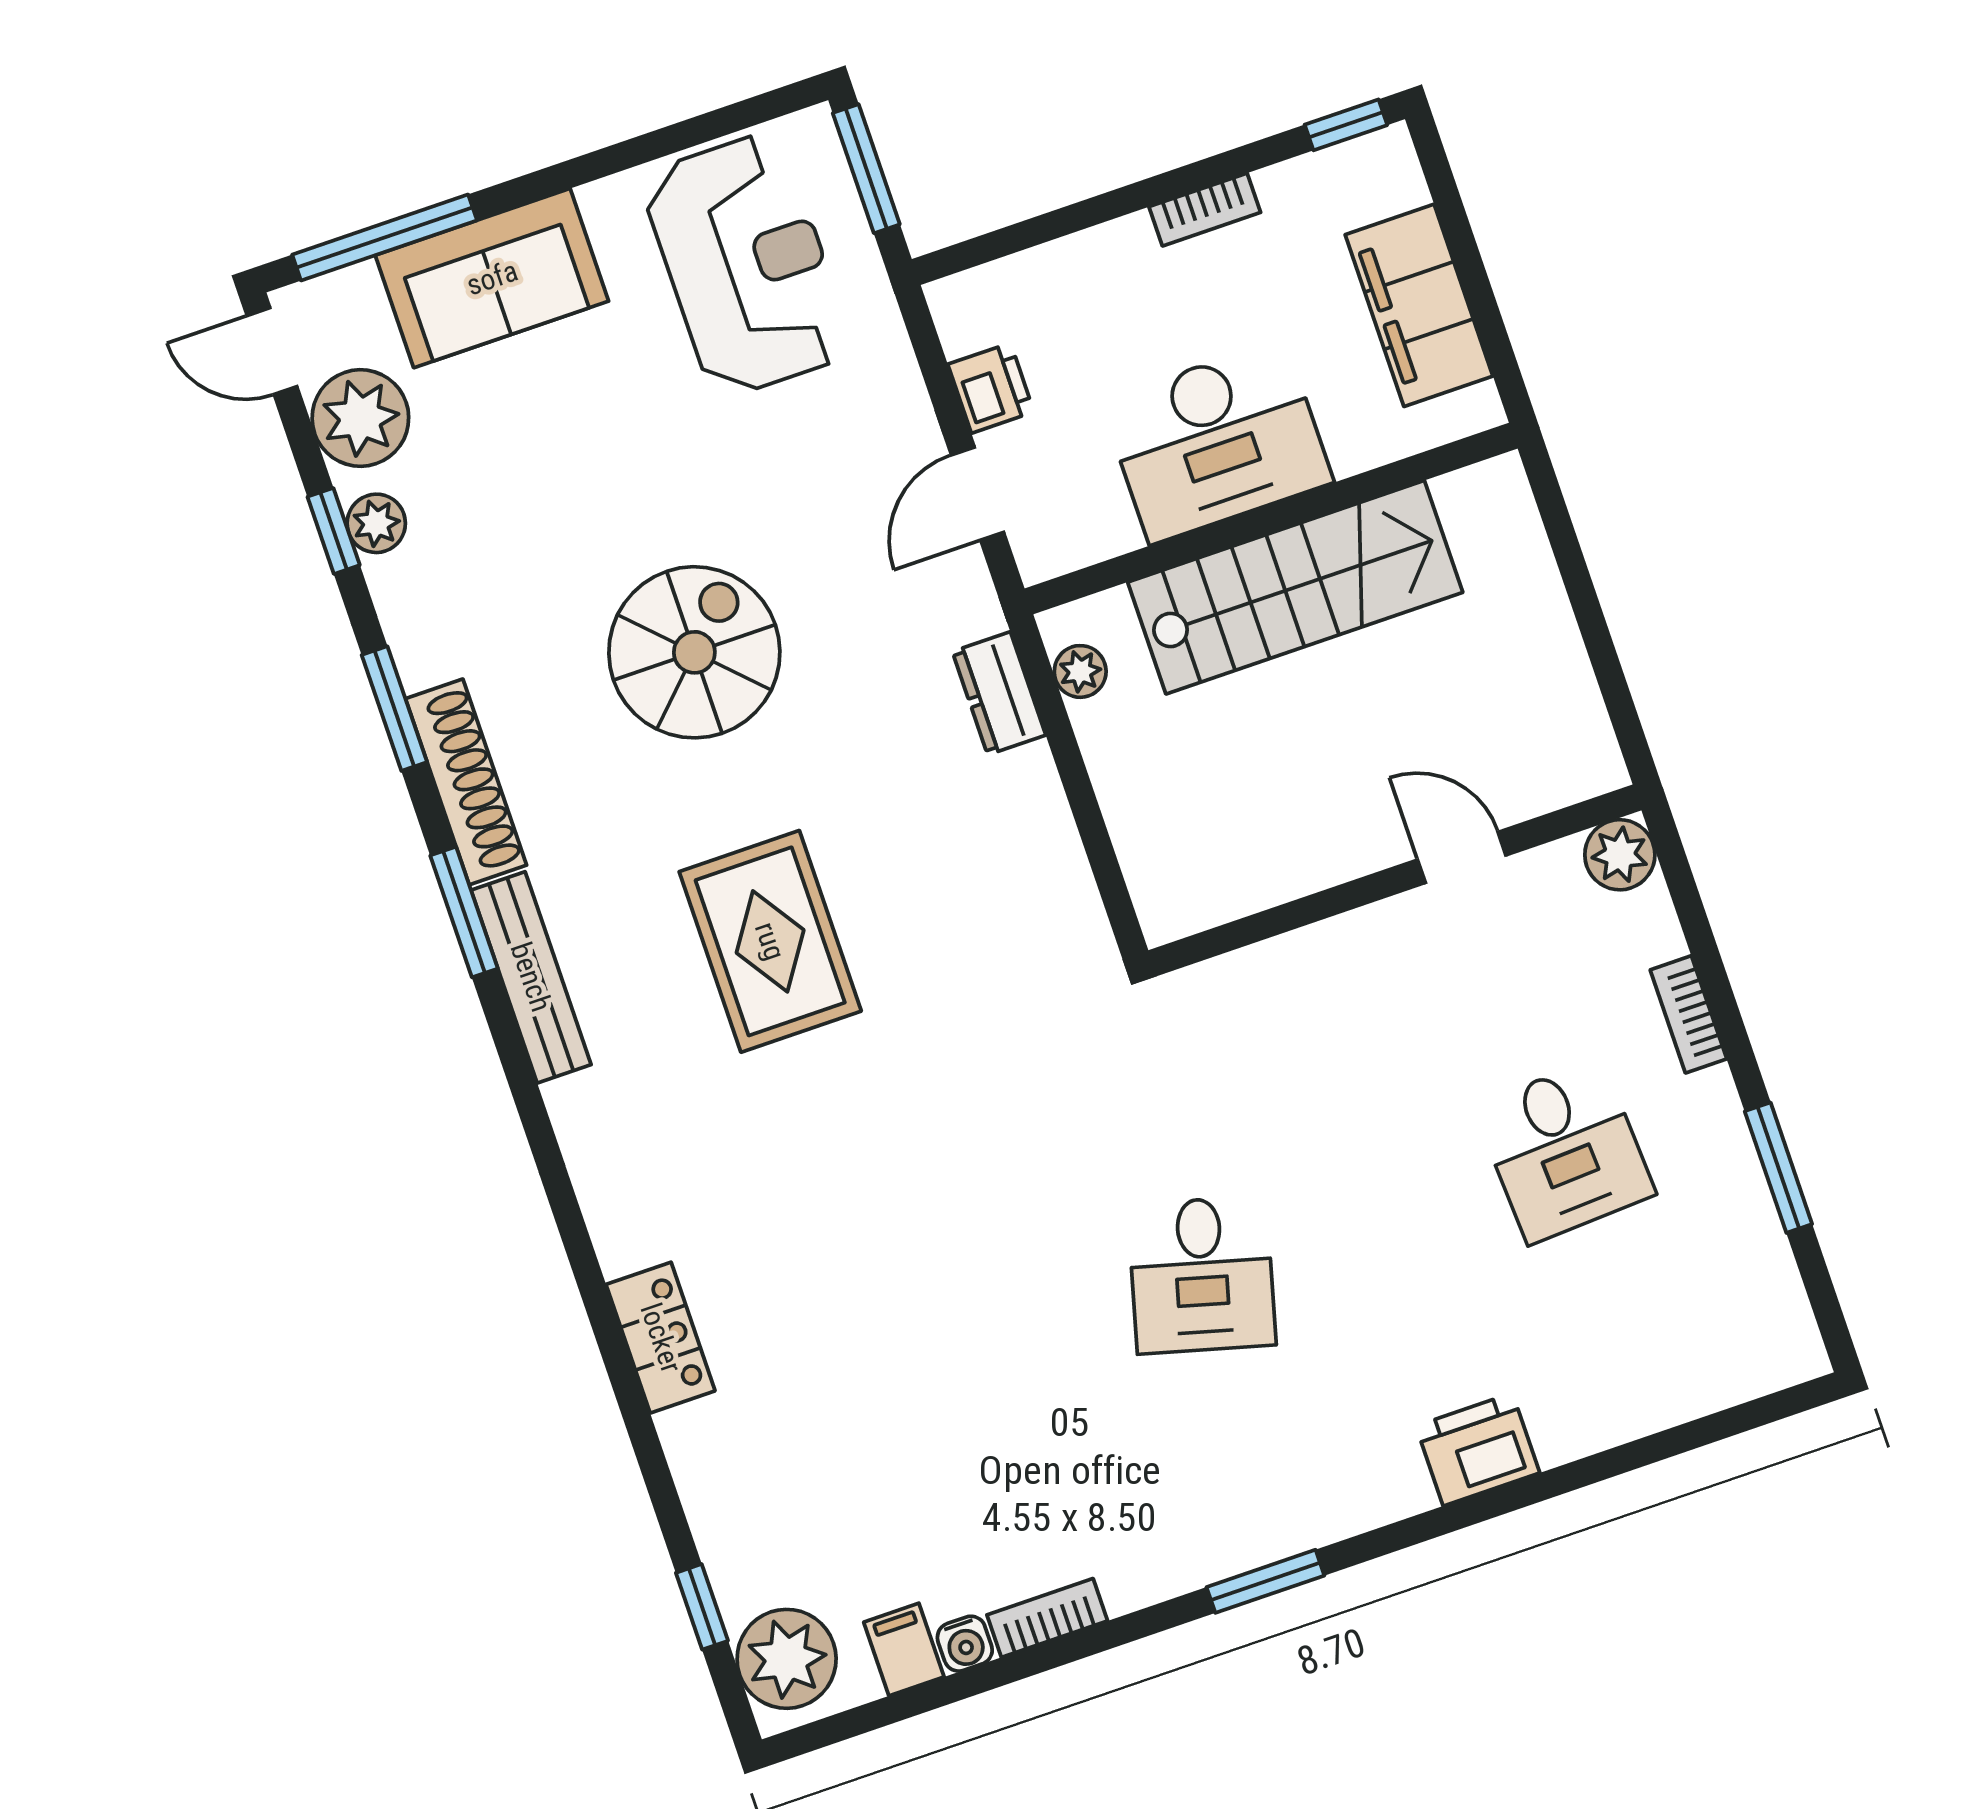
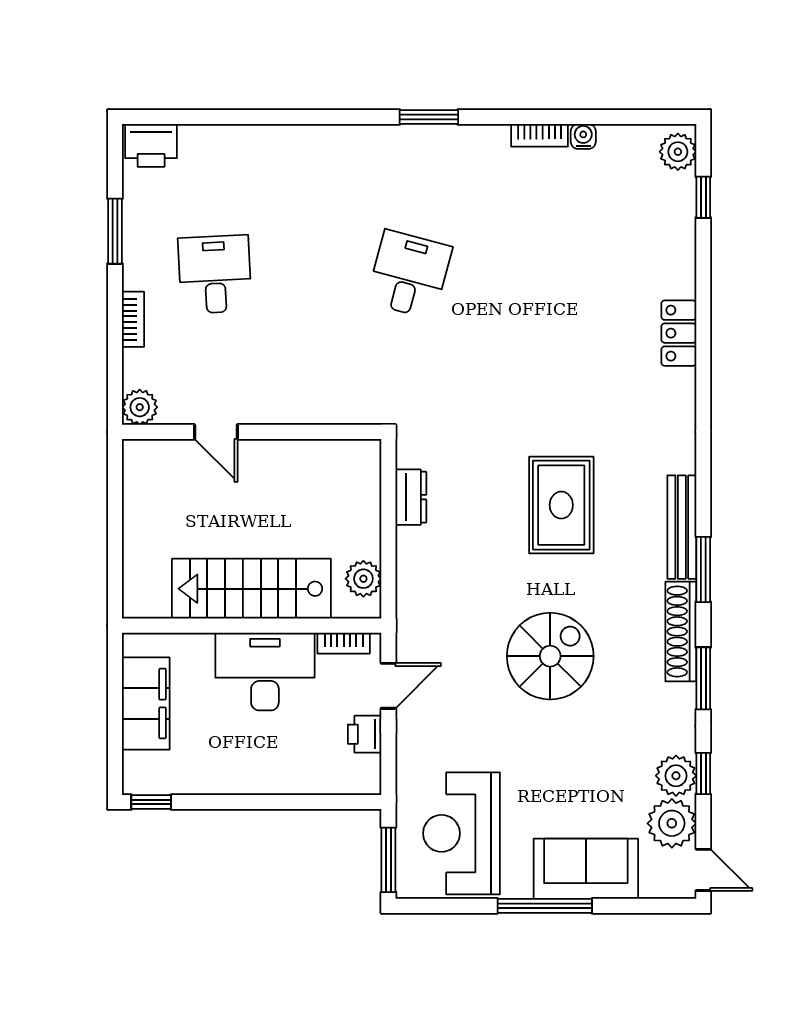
bookcase: (1205, 210) -> (344, 643), moved, turned 180
window: (385, 238) -> (545, 906), moved
plant: (376, 523) -> (676, 776), width x1.38, depth x1.38
spiral stairs: (694, 652) -> (550, 656), turned 180
plant: (1080, 671) -> (363, 579), width x1.38, depth x1.38
dresser: (999, 693) -> (411, 497), moved
printer: (1478, 1449) -> (151, 145), moved
filing cabinet: (904, 1649) -> (613, 144), removed
plant: (787, 1659) -> (678, 152), width x0.73, depth x0.73

